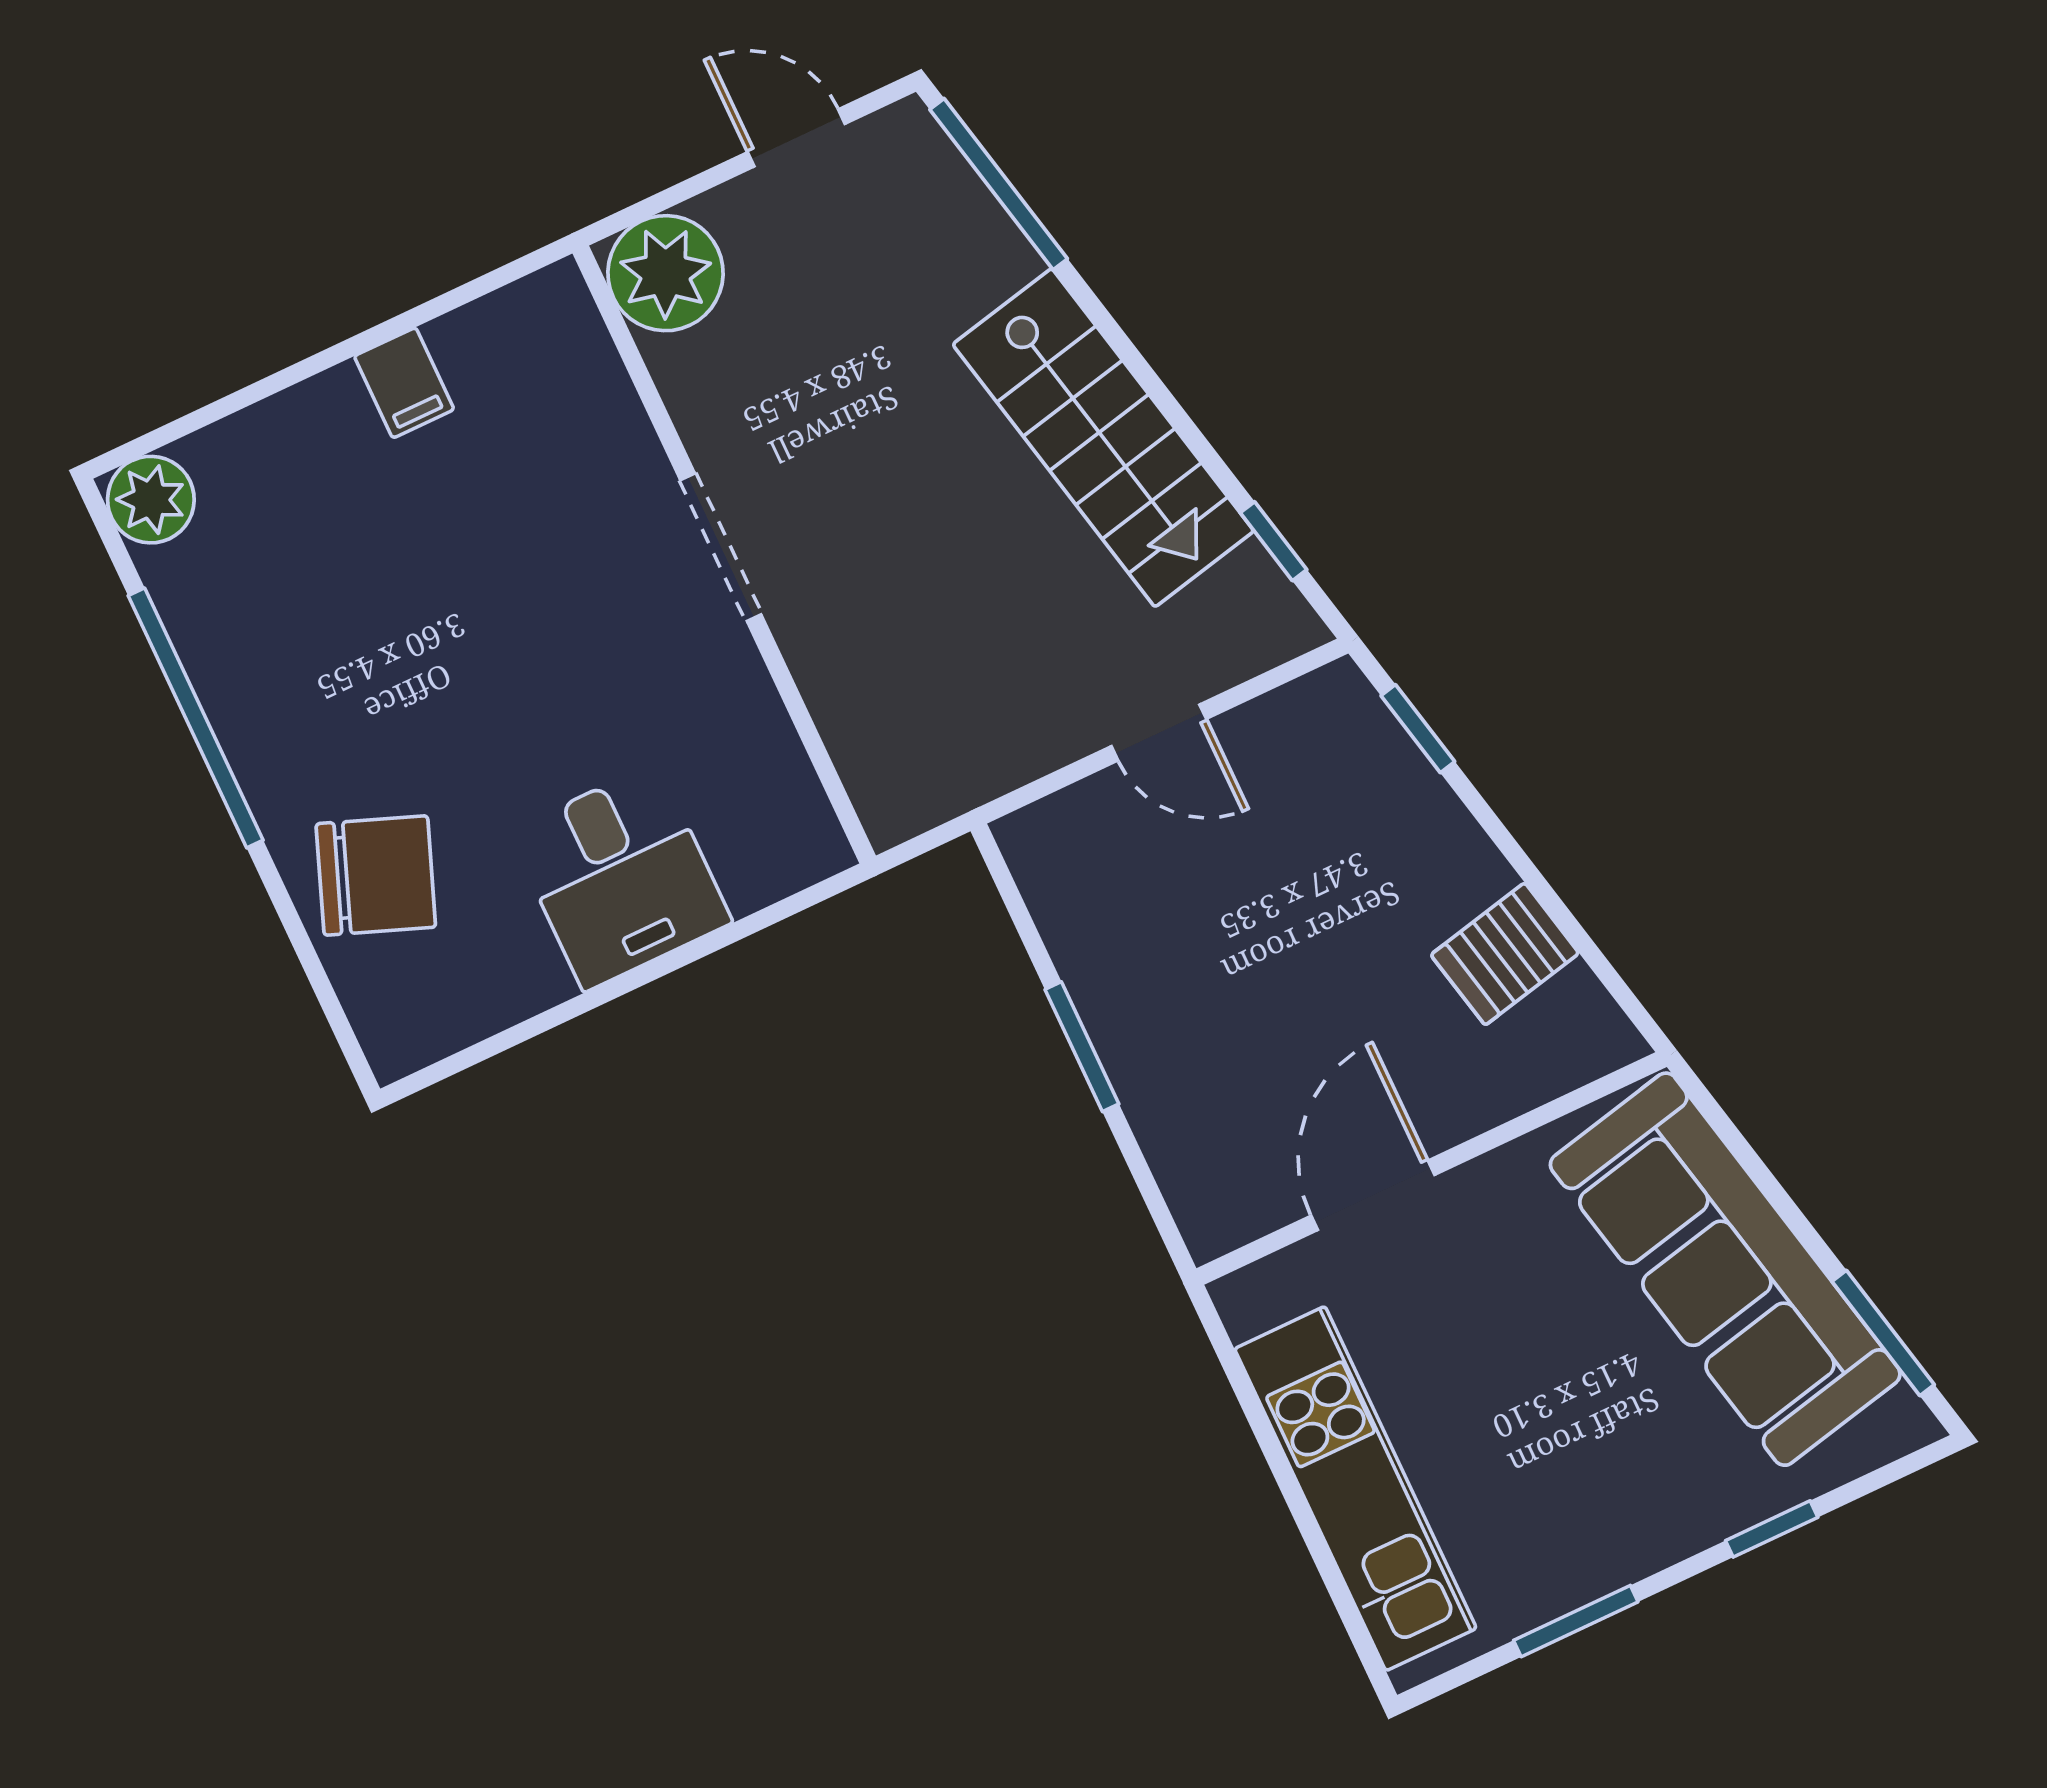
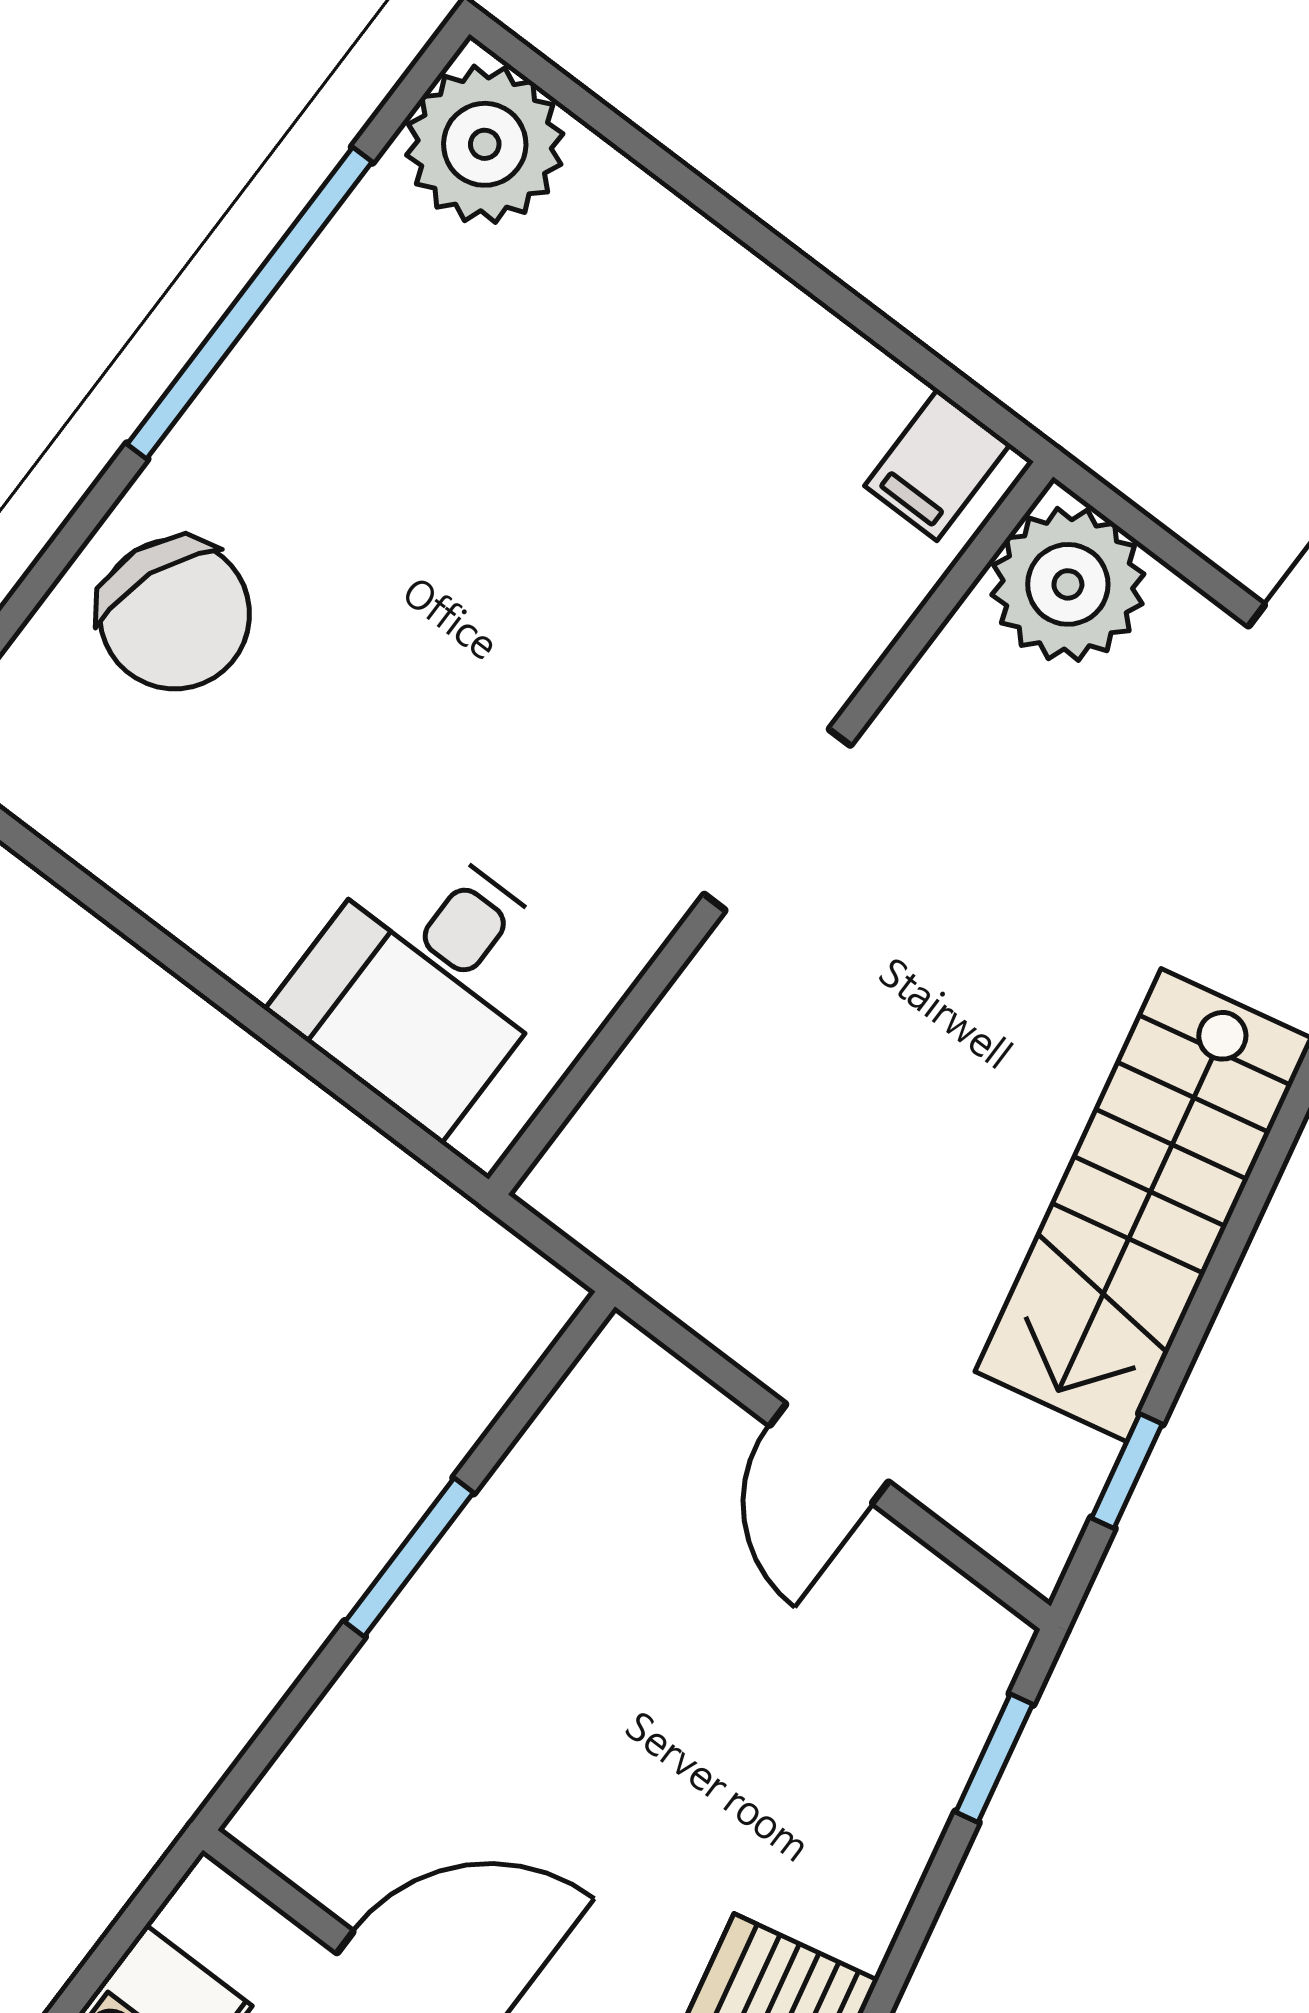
filing cabinet: (404, 383) -> (937, 465), moved
plant: (151, 500) -> (485, 144), width x1.36, depth x1.36
desk: (620, 877) -> (425, 981), moved

